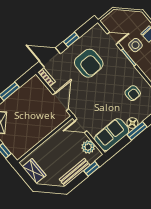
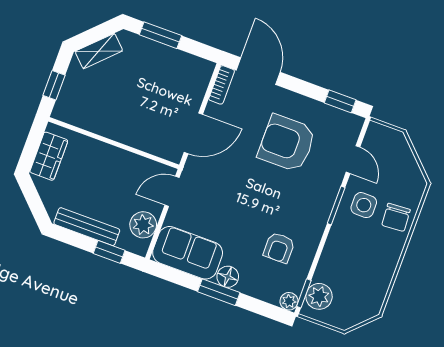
window: (71, 40) -> (340, 101), moved
armchair: (89, 63) -> (287, 143), turned 90
door: (81, 126) -> (172, 191), hinge flipped

